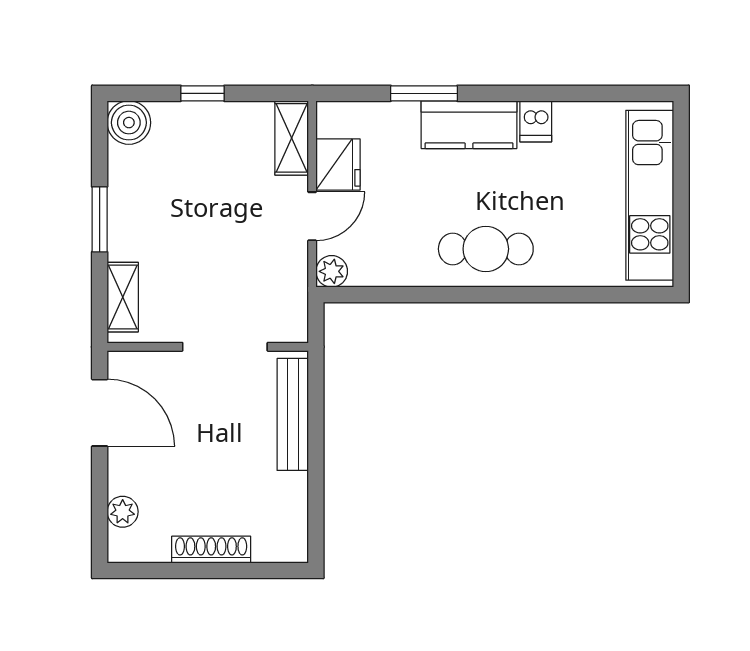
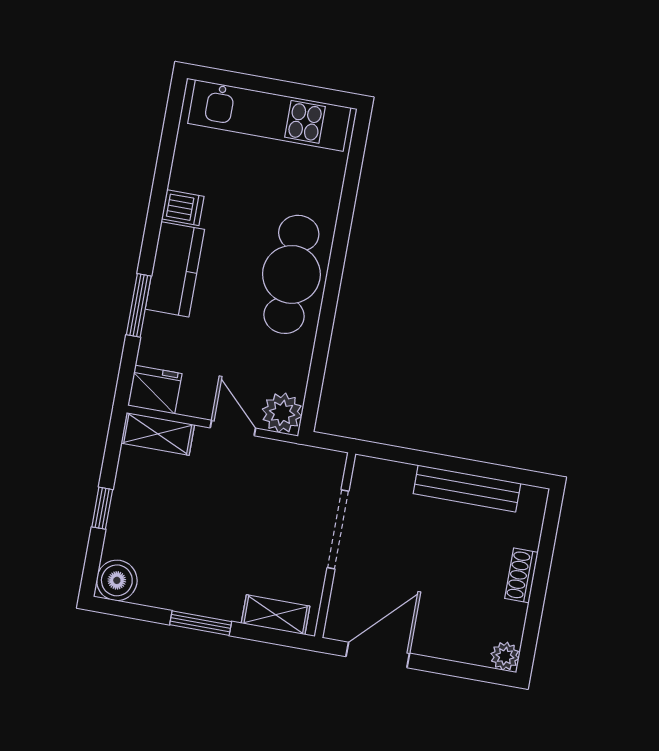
fridge: (338, 164) -> (155, 390), moved
cafe table: (486, 249) -> (291, 274), width x1.37, depth x1.35
plant: (332, 271) -> (282, 413), width x1.38, depth x1.38
bench: (293, 414) -> (467, 489), moved
plant: (123, 512) -> (505, 656), moved
shoe rack: (211, 550) -> (521, 575), width x0.70

